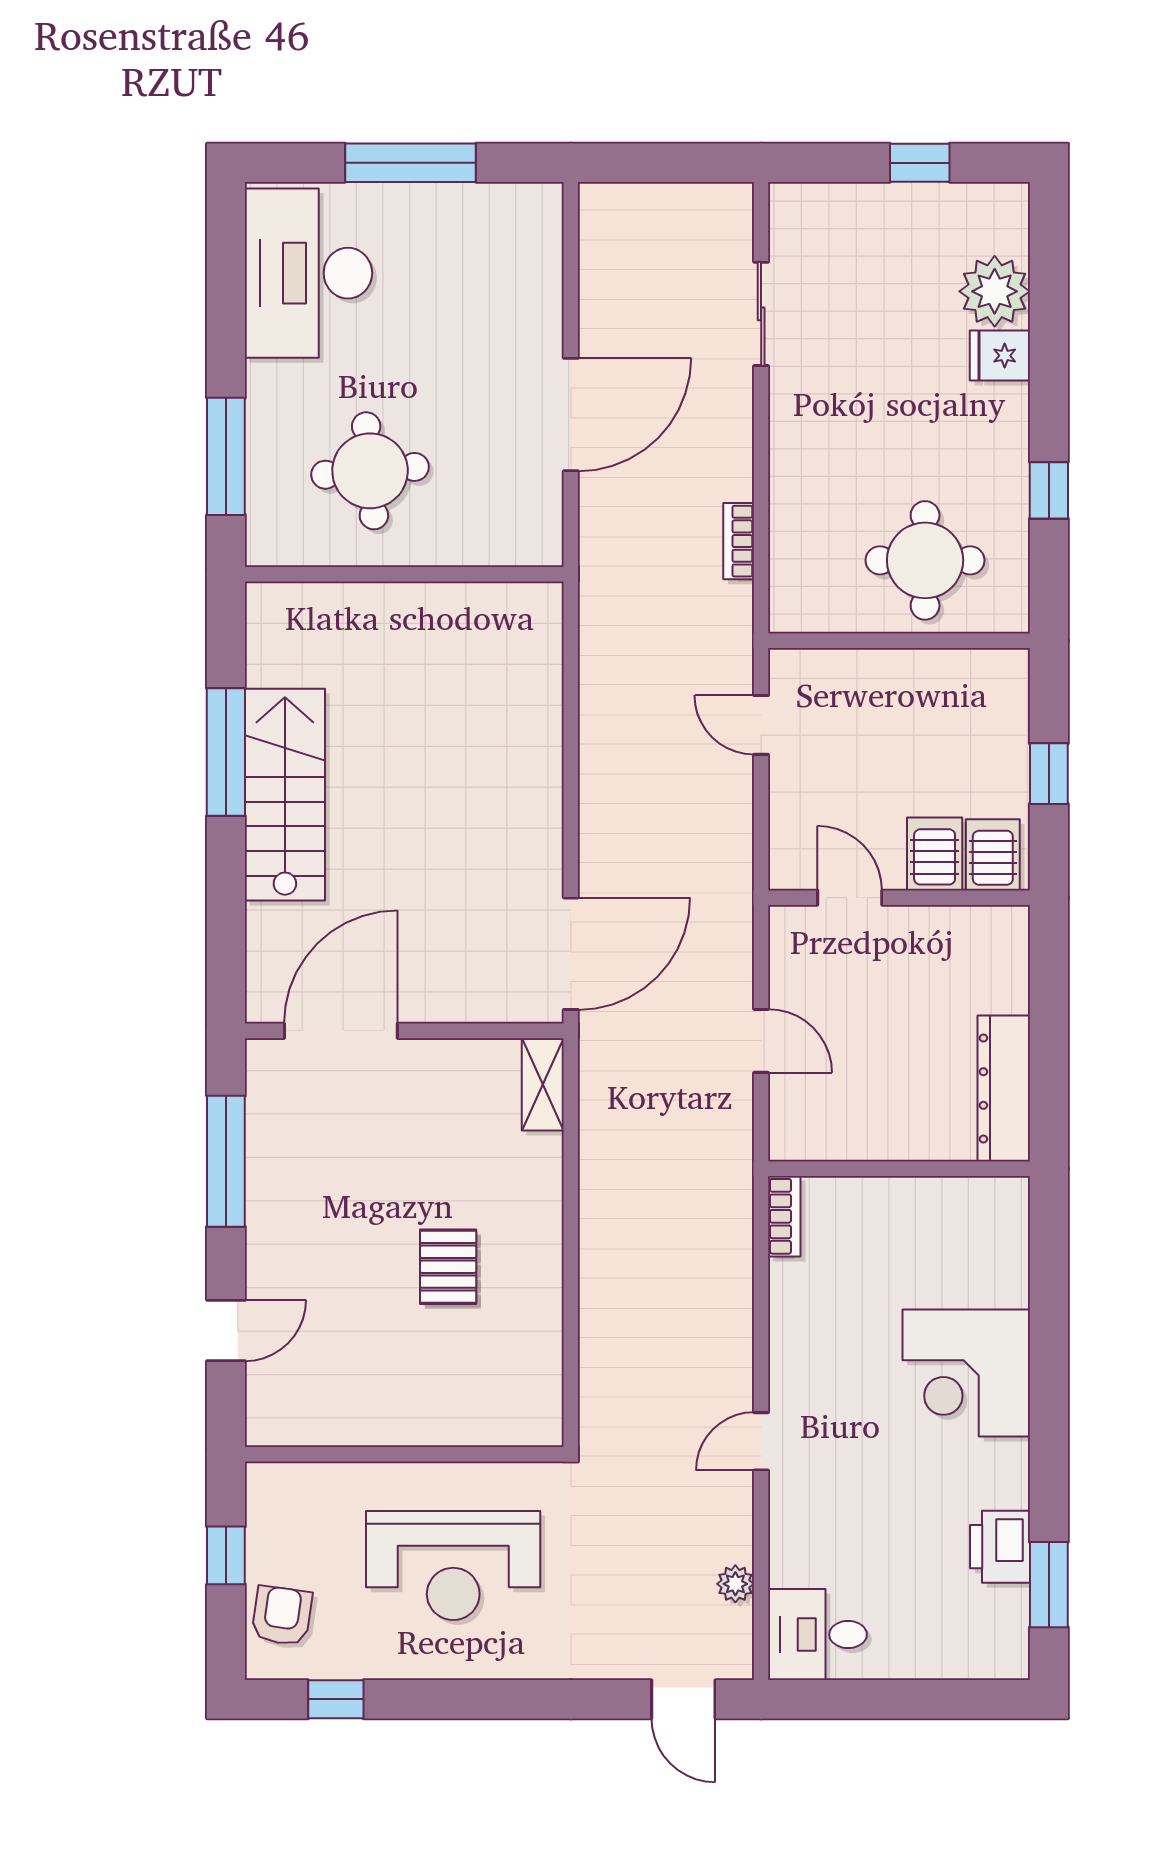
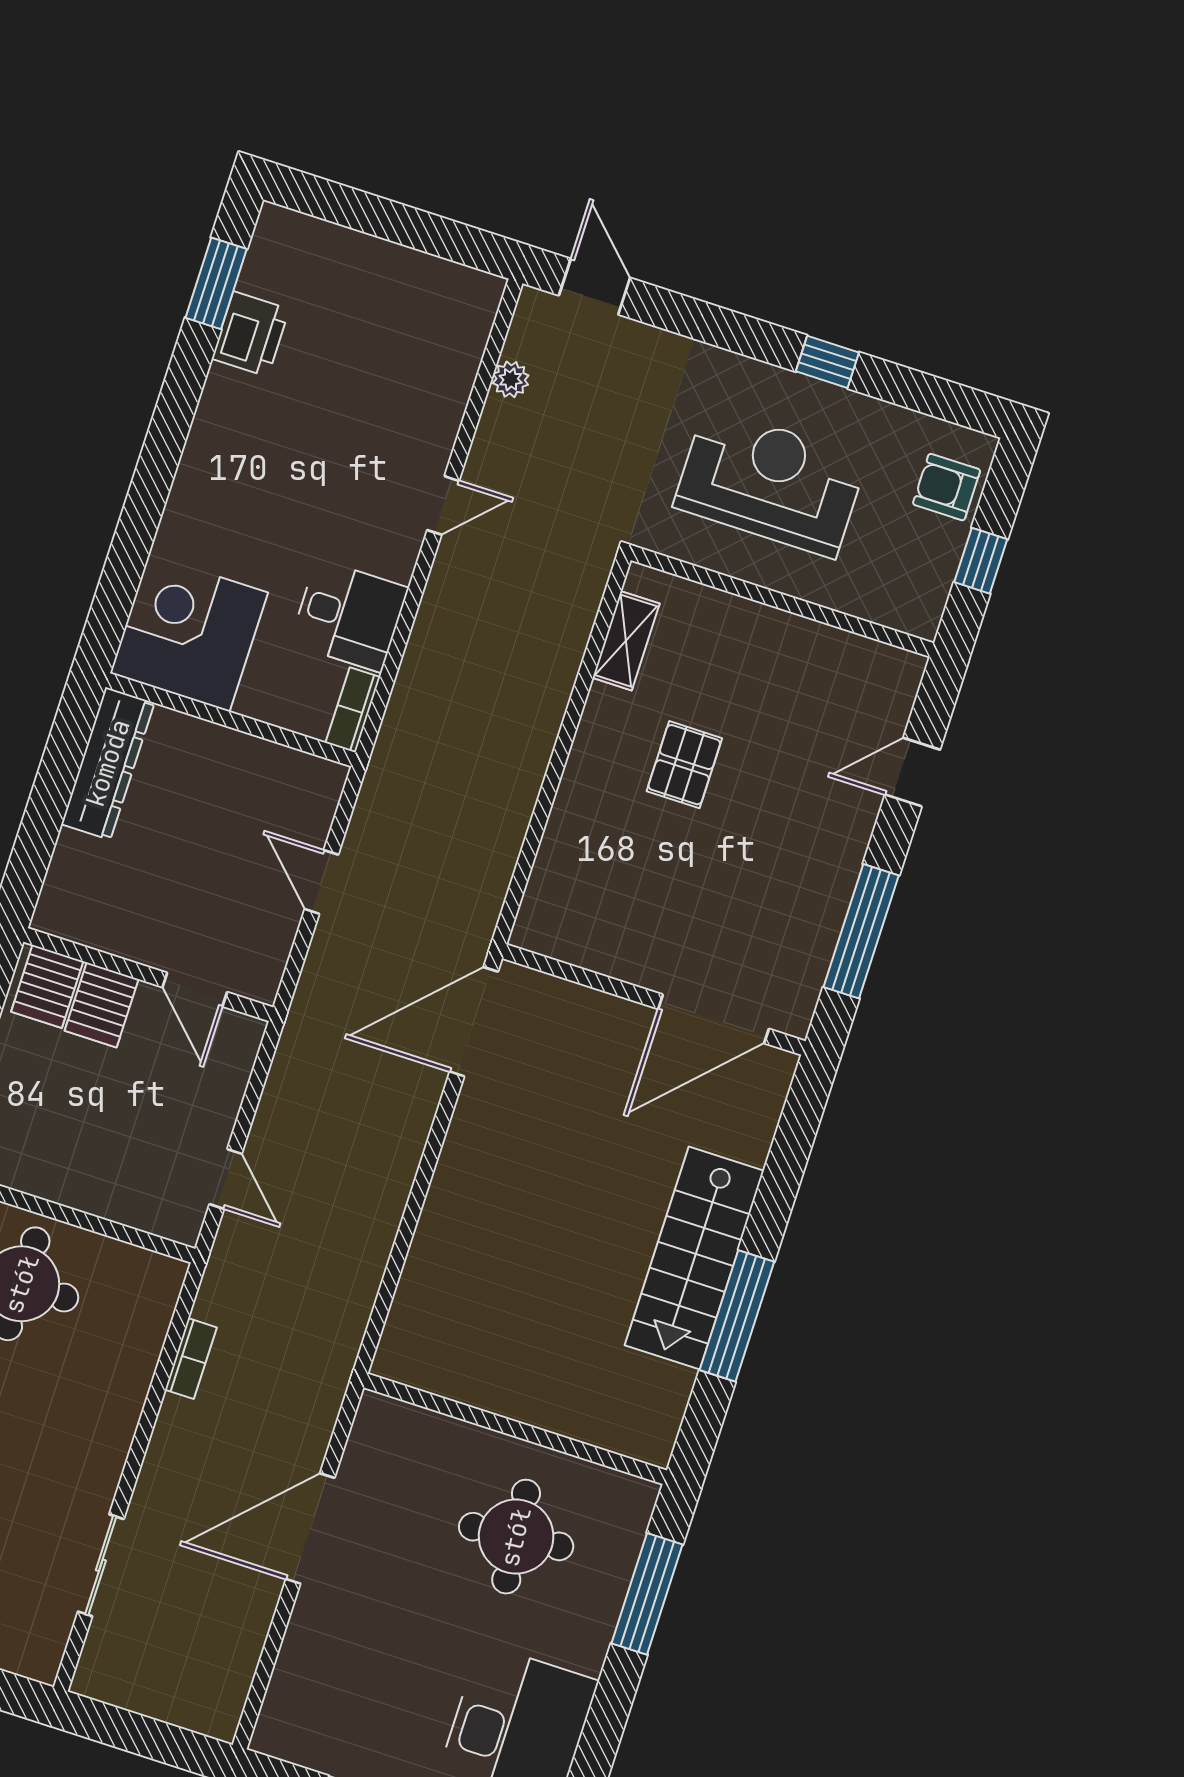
shelving: (543, 1084) -> (626, 641), moved
corner desk: (966, 1373) -> (189, 633), moved, turned -90
armchair: (282, 1616) -> (947, 487), turned 82
desk: (817, 1635) -> (349, 615), moved
window: (336, 1699) -> (827, 362), moved

